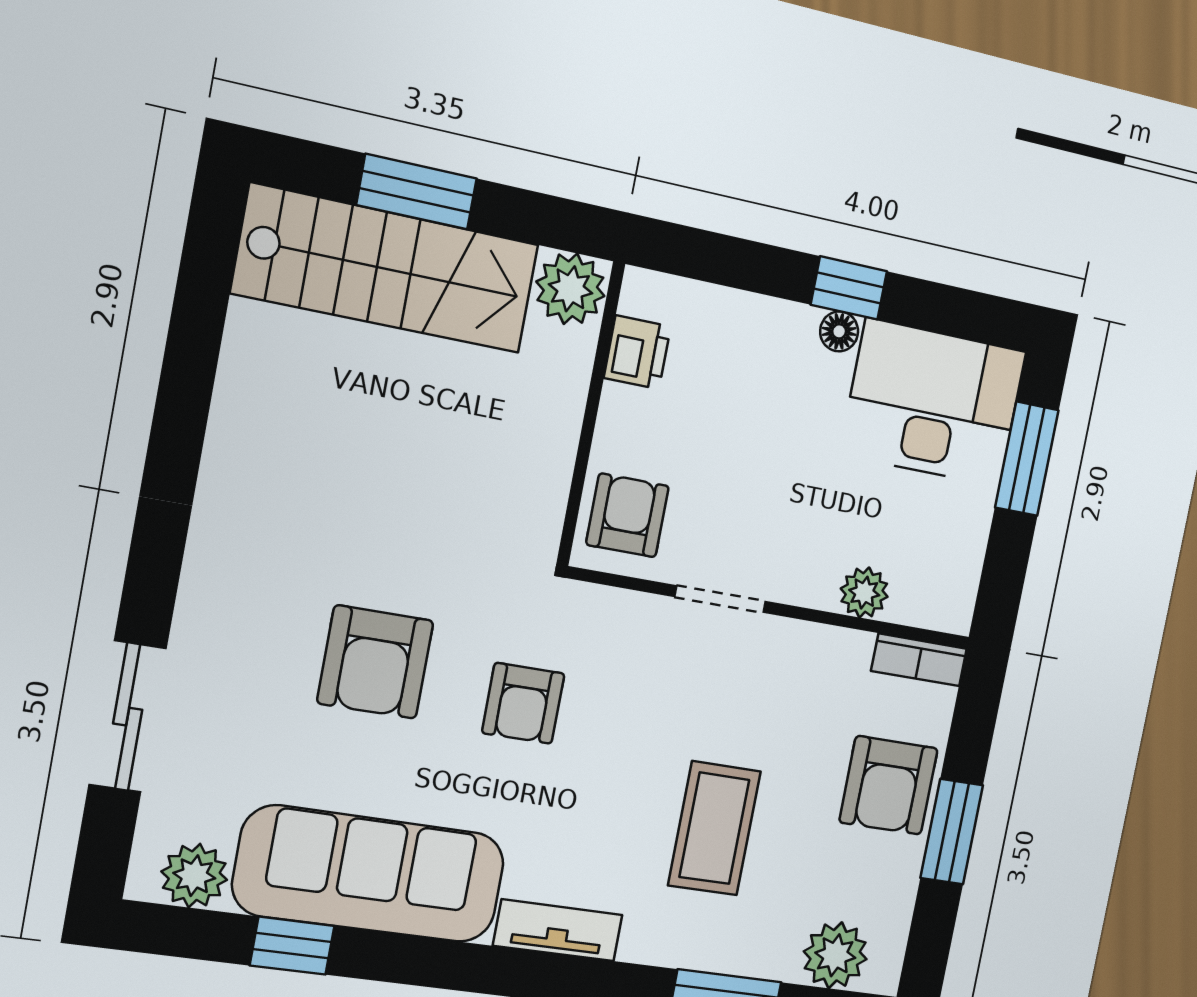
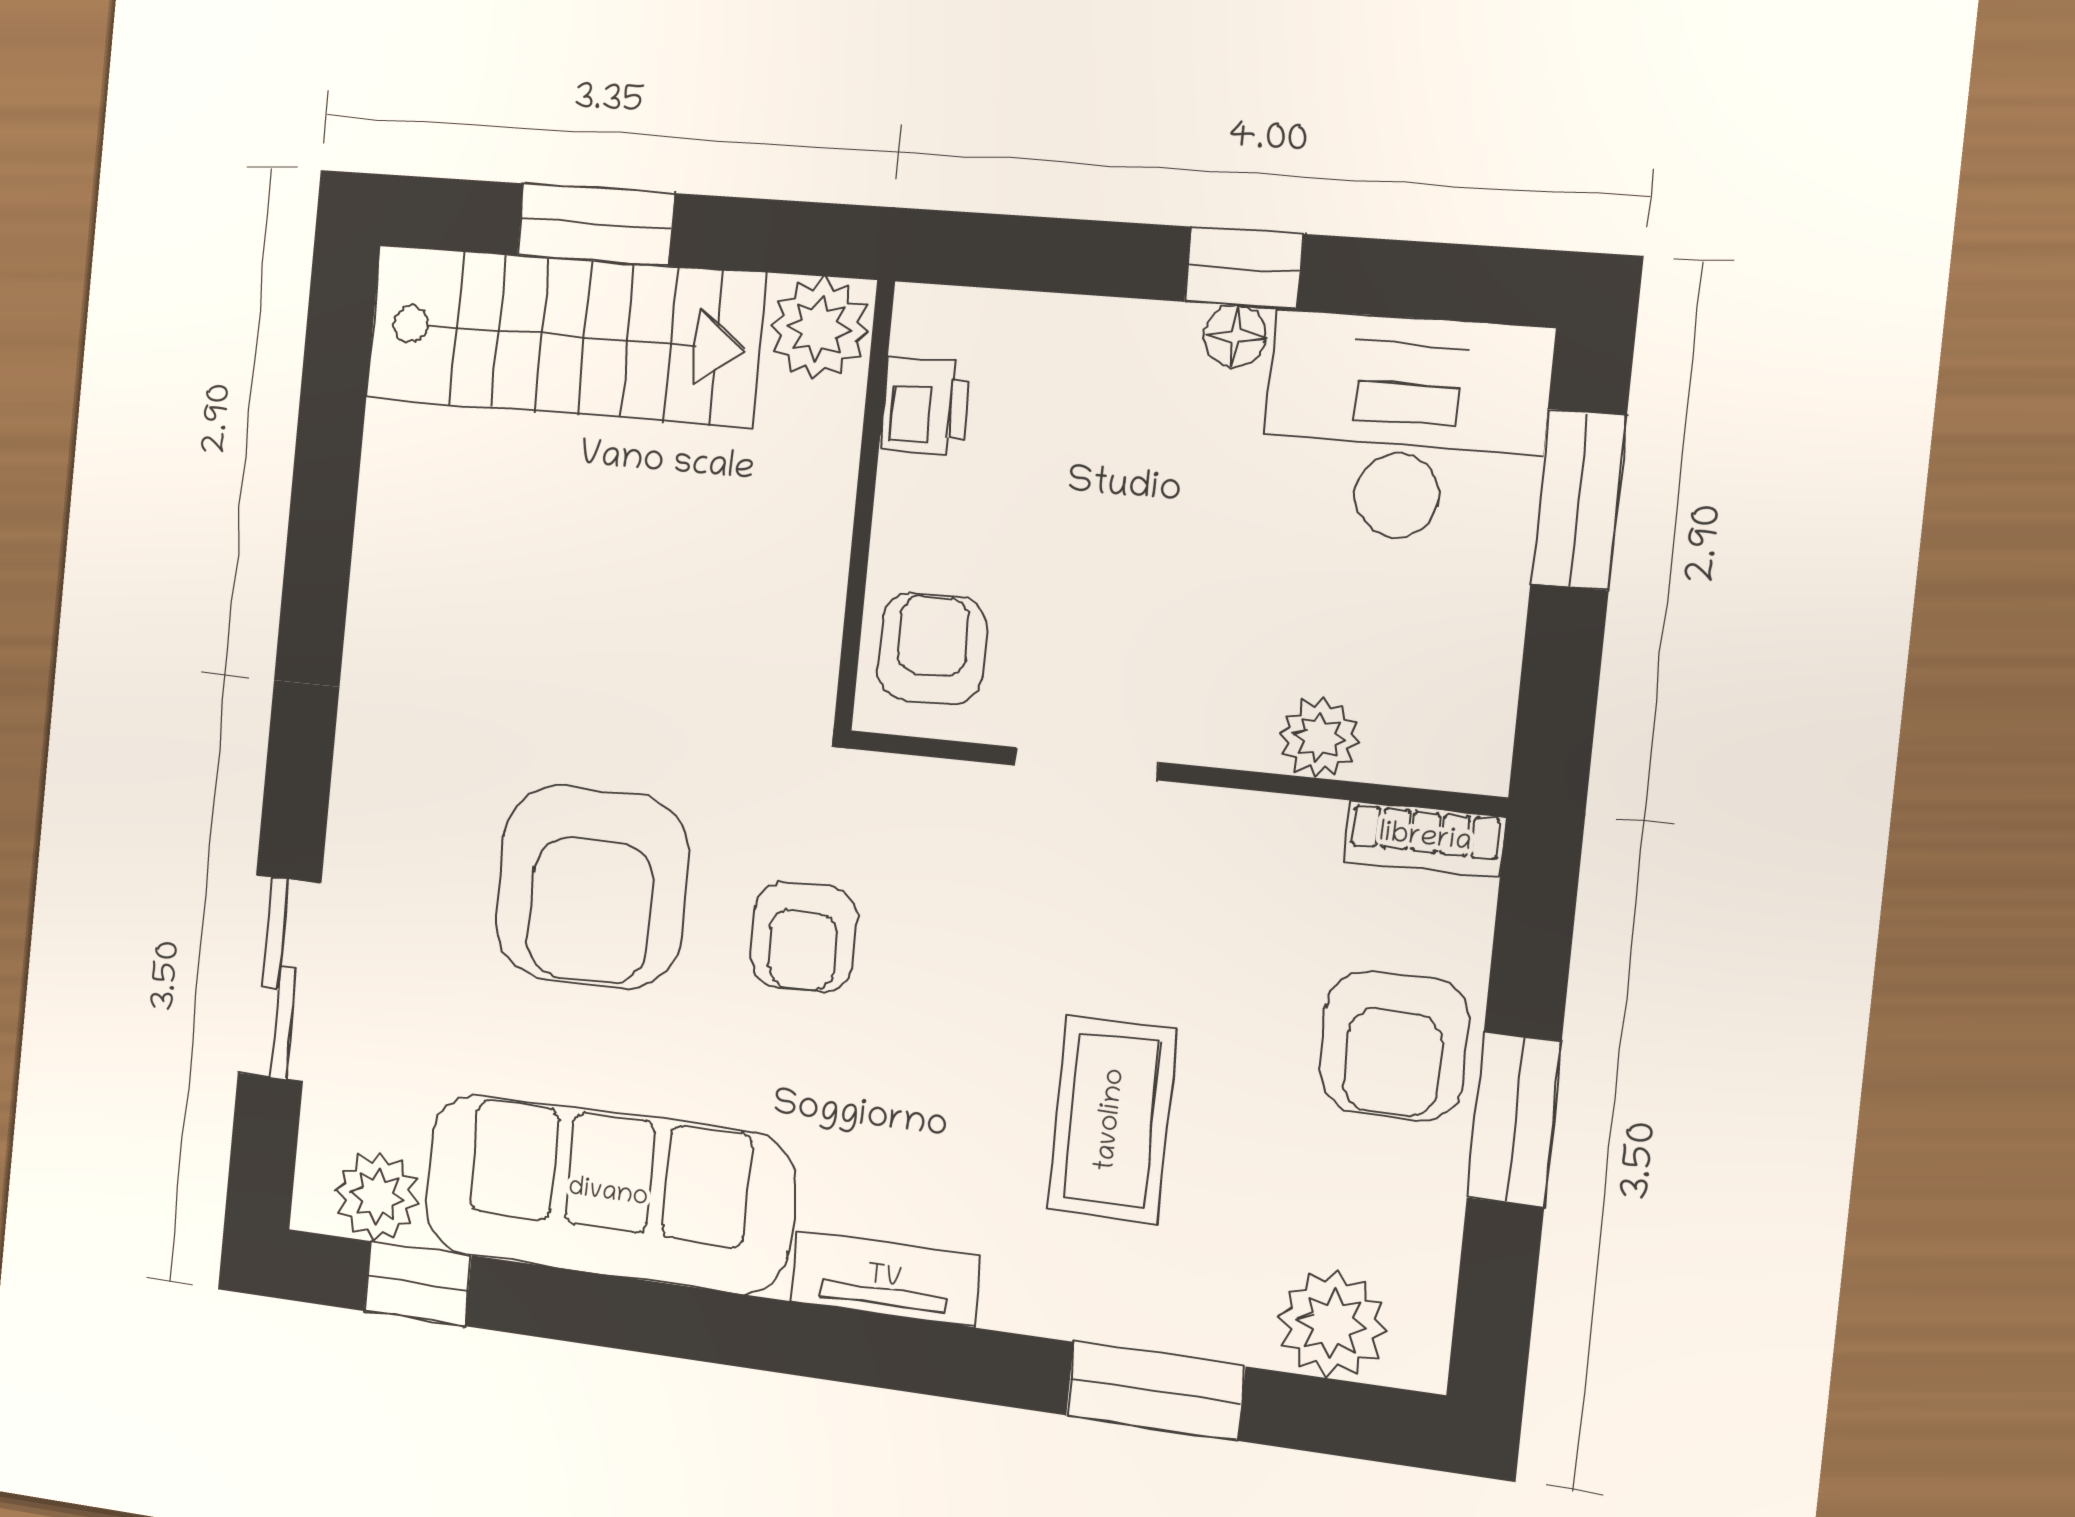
armchair: (375, 662) -> (592, 887), width x1.36, depth x1.36
window: (292, 946) -> (418, 1283), moved

